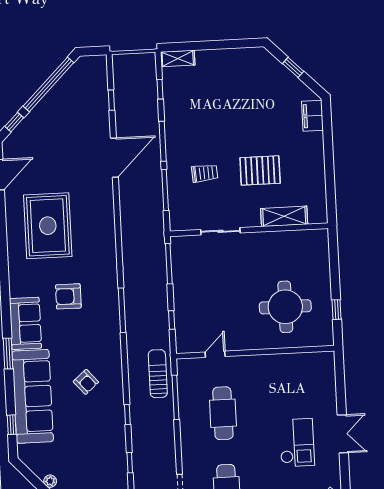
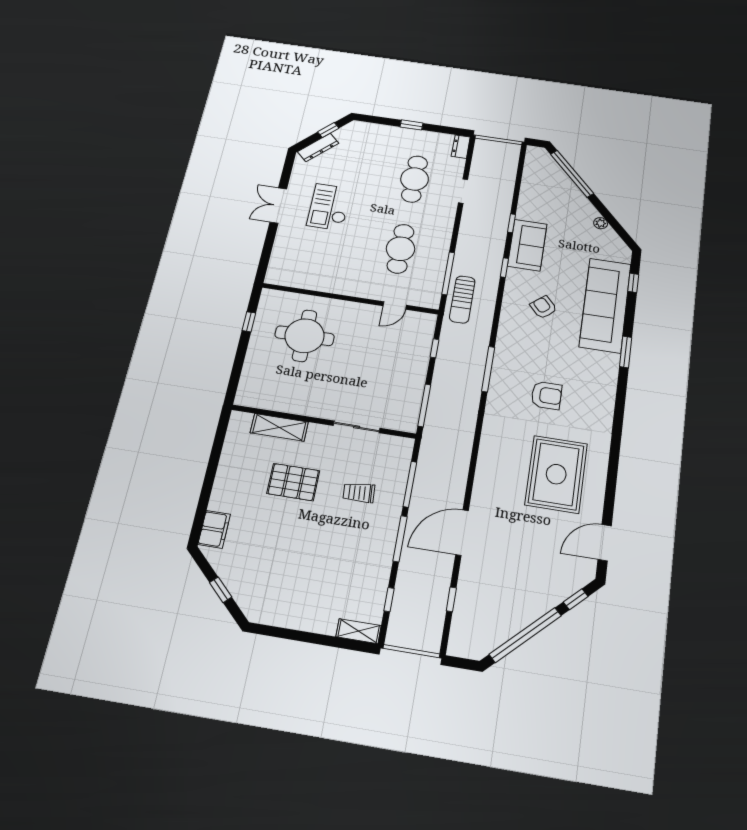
sofa: (25, 323) -> (527, 245), moved, turned 180

